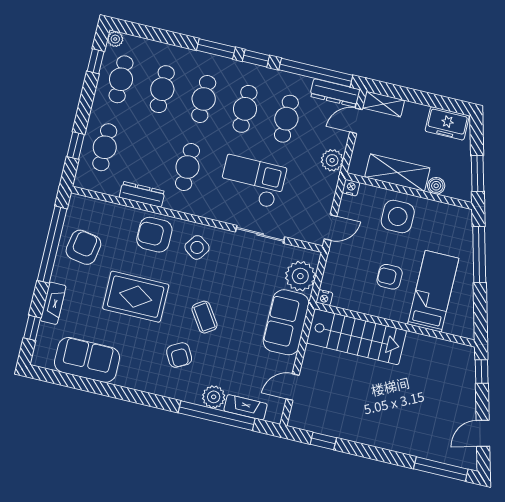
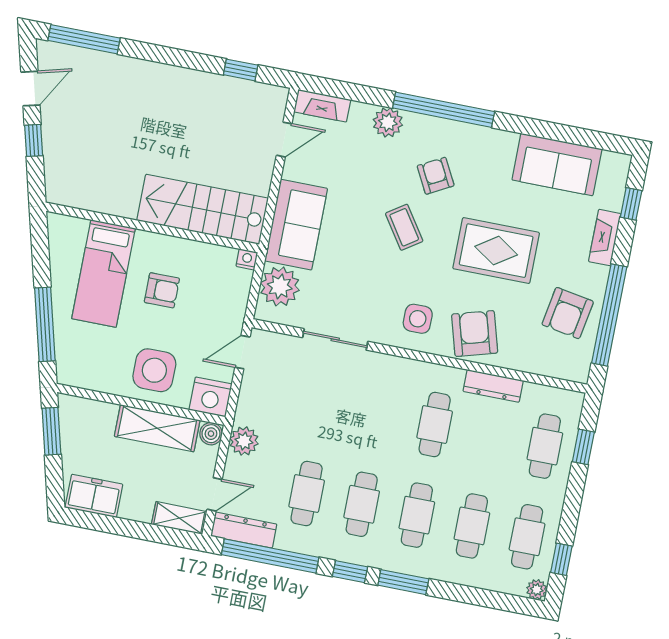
checkout: (252, 182) -> (348, 409), removed
boiler: (436, 186) -> (211, 434), moved
nightstand: (351, 188) -> (210, 397), width x1.89, depth x1.79
armchair: (154, 235) -> (475, 334), turned -106
side table: (197, 247) -> (418, 319), turned -35
window: (482, 372) -> (34, 140), moved
fireplace: (246, 407) -> (322, 106), moved
window: (217, 416) -> (444, 110), moved

